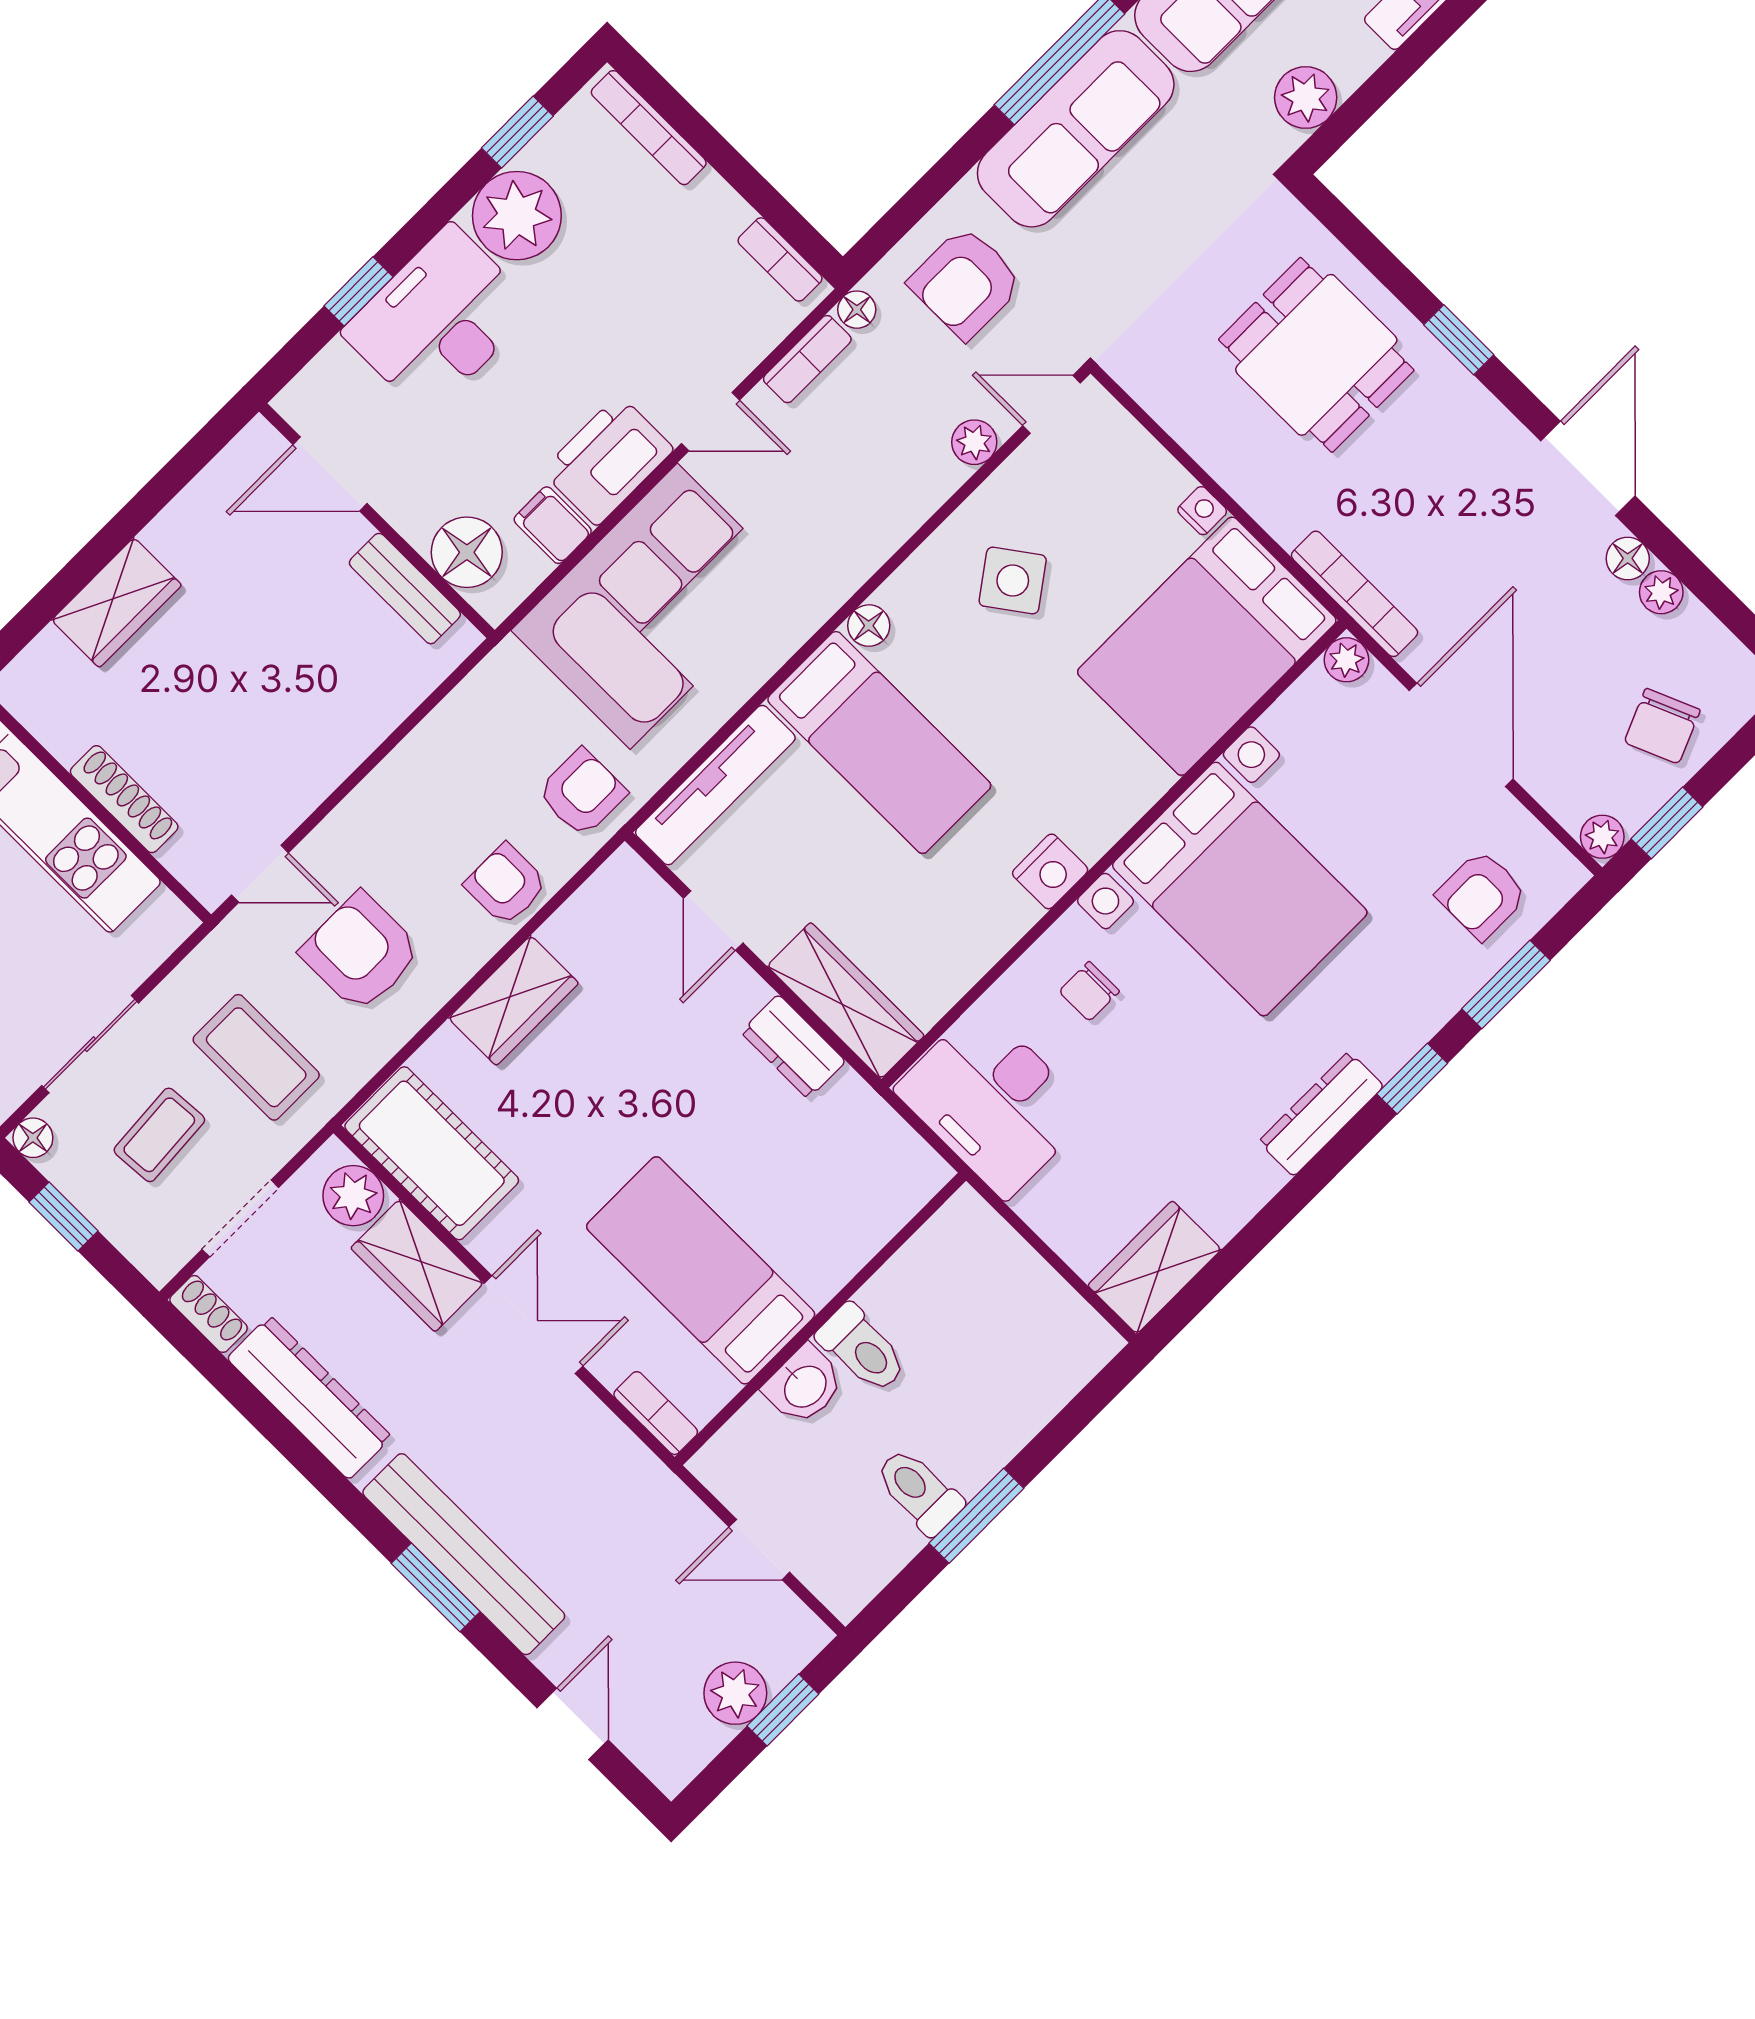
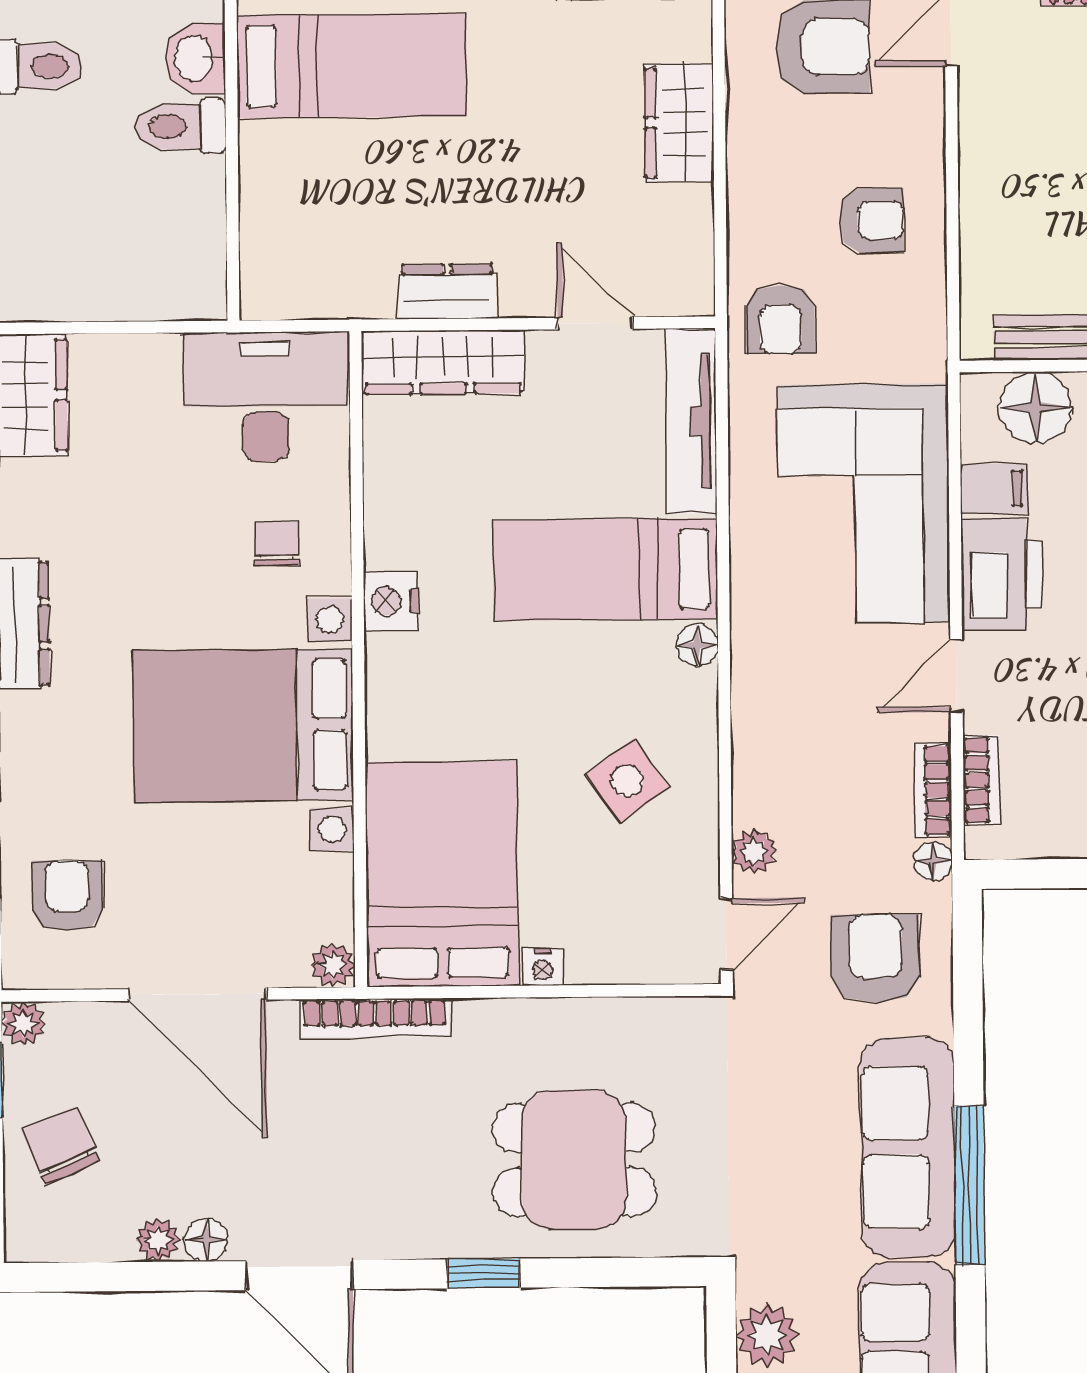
bookcase: (780, 259) -> (981, 780), moved, turned 90
armchair: (506, 884) -> (872, 220), moved

